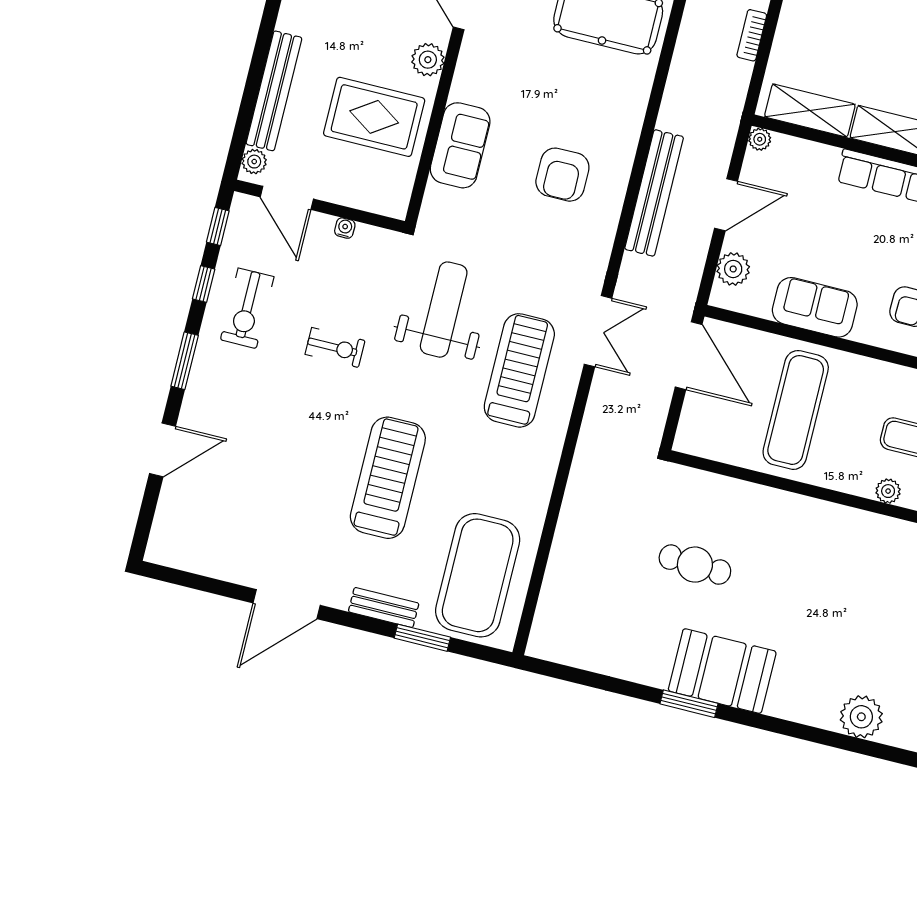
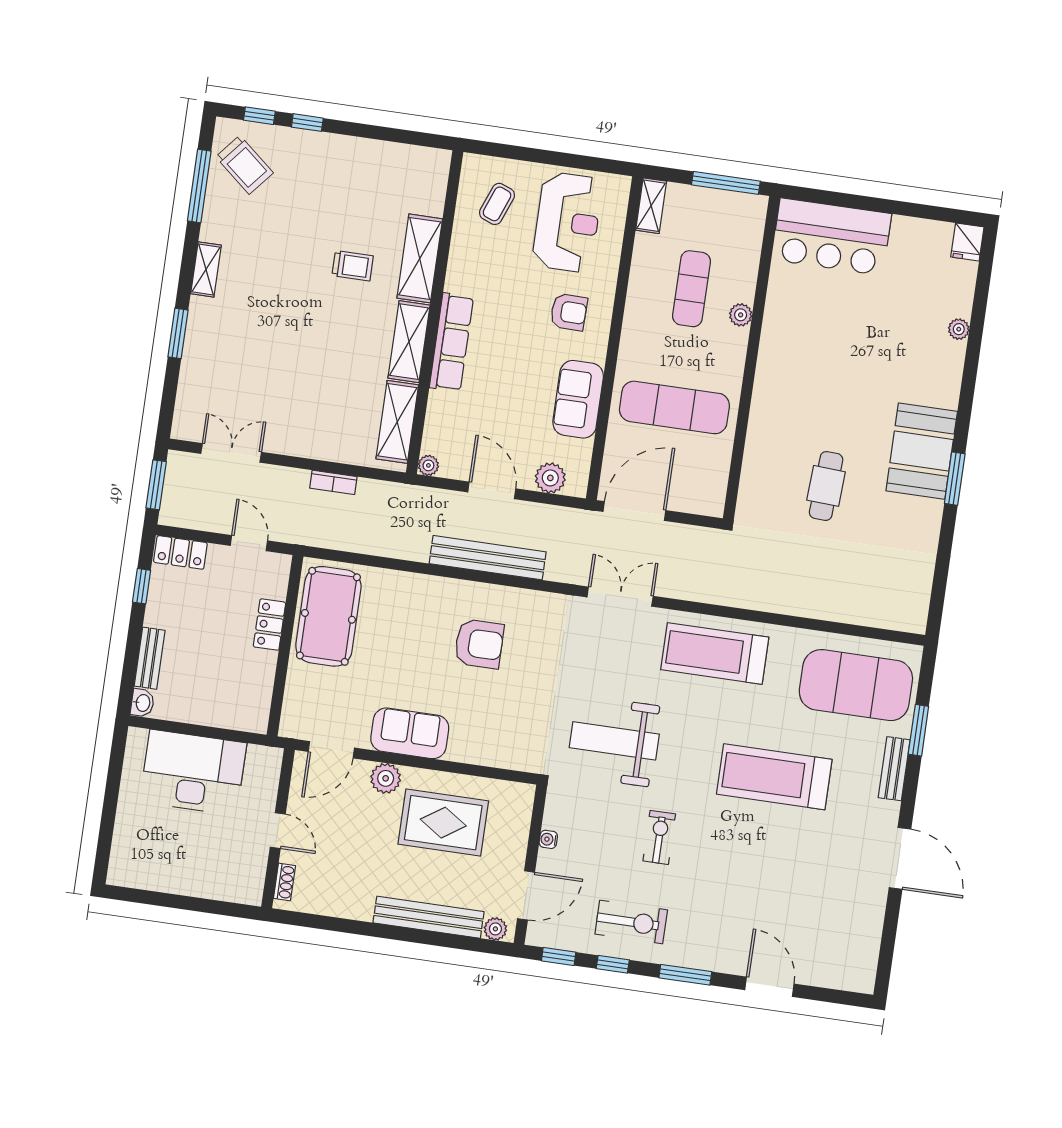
rug: (374, 117) -> (443, 823), turned 90
sofa: (460, 145) -> (410, 733), moved
treadmill: (519, 370) -> (715, 653), moved
plant: (861, 717) -> (959, 329), width x0.53, depth x0.53

